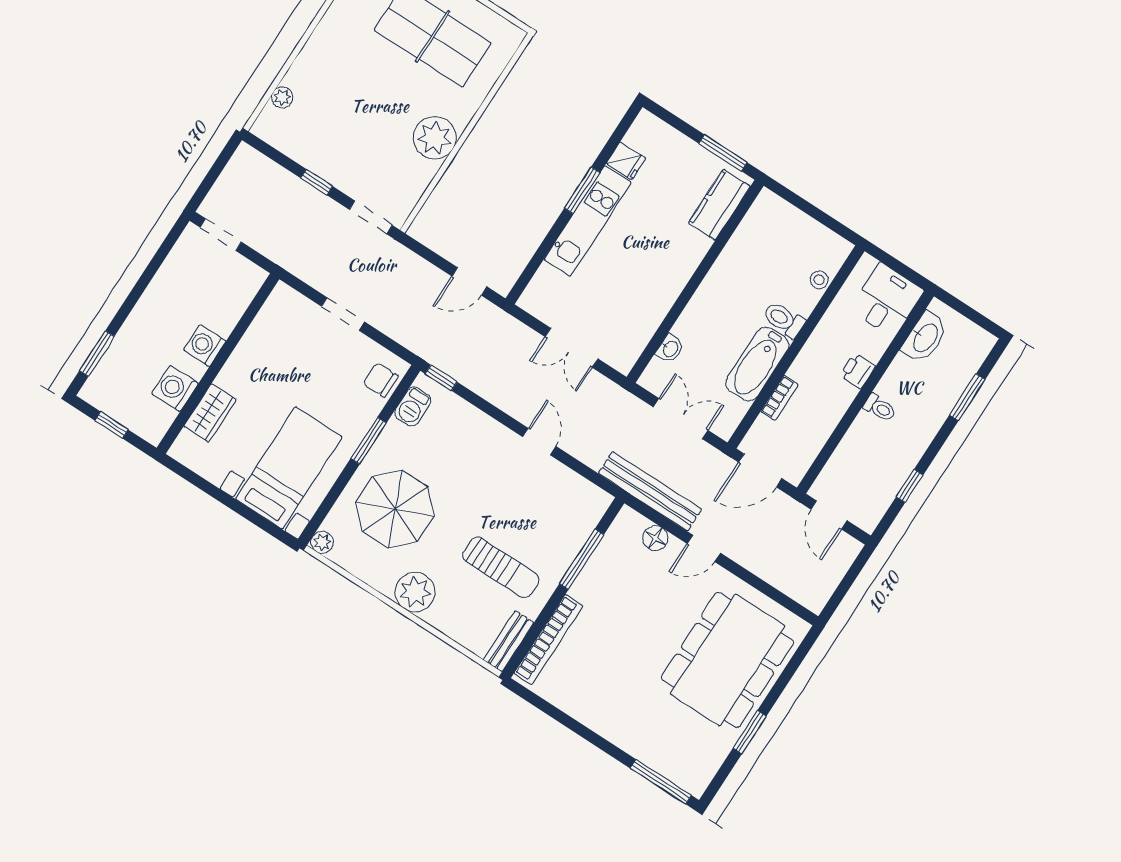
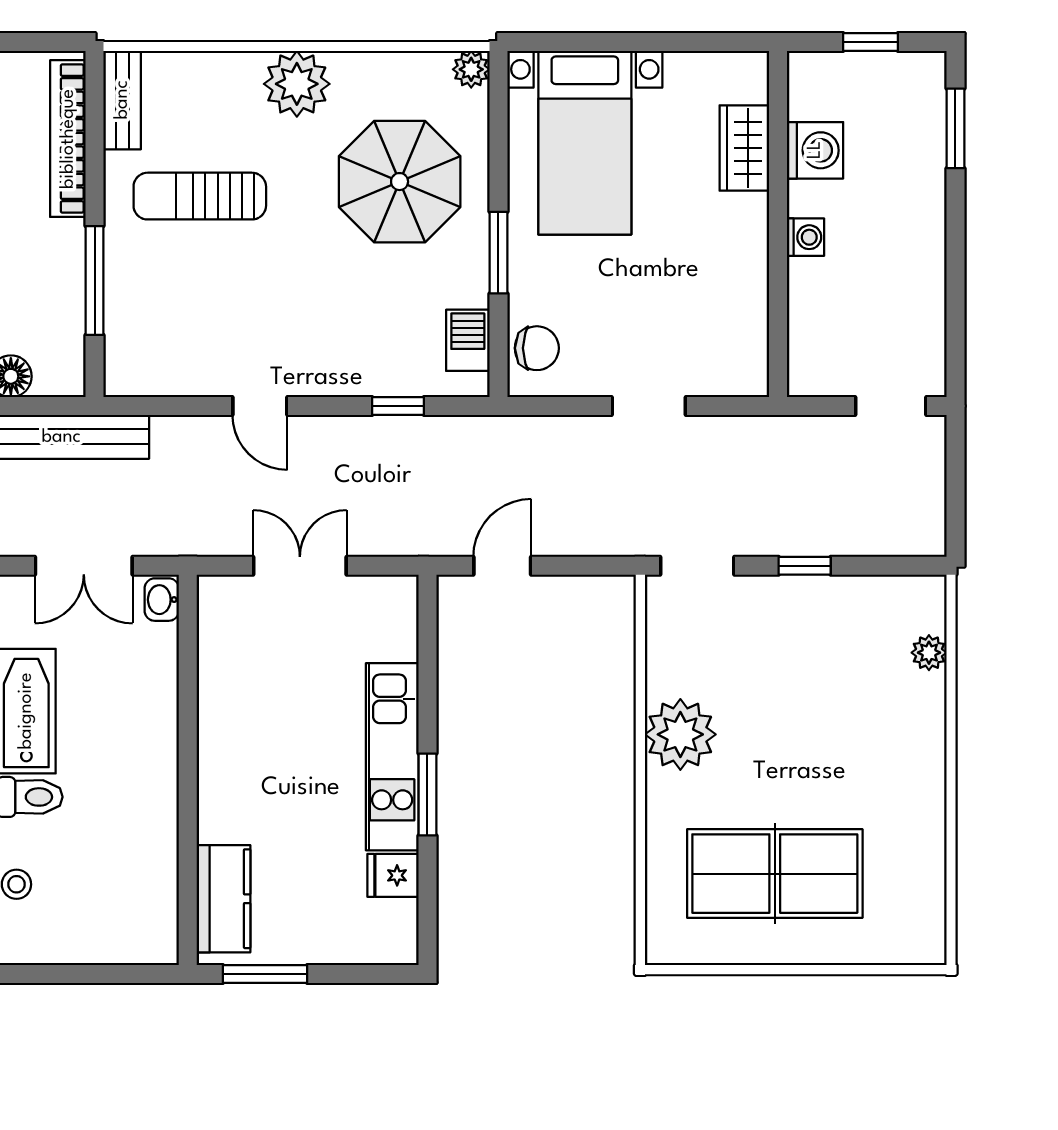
washing machine: (205, 346) -> (806, 237), width x0.73, depth x0.73
washbasin: (670, 349) -> (162, 600), moved
window: (441, 378) -> (398, 406), moved

